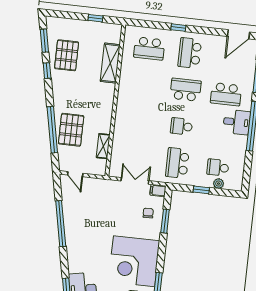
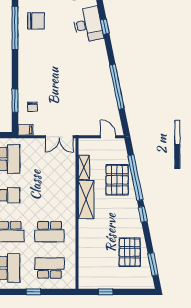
window: (178, 28) -> (33, 292), moved
shelving: (110, 63) -> (86, 200), moved
window: (47, 71) -> (143, 214), moved
school desk: (145, 85) -> (49, 232), added
double door: (135, 181) -> (59, 137), moved
corner desk: (134, 261) -> (41, 58), removed

